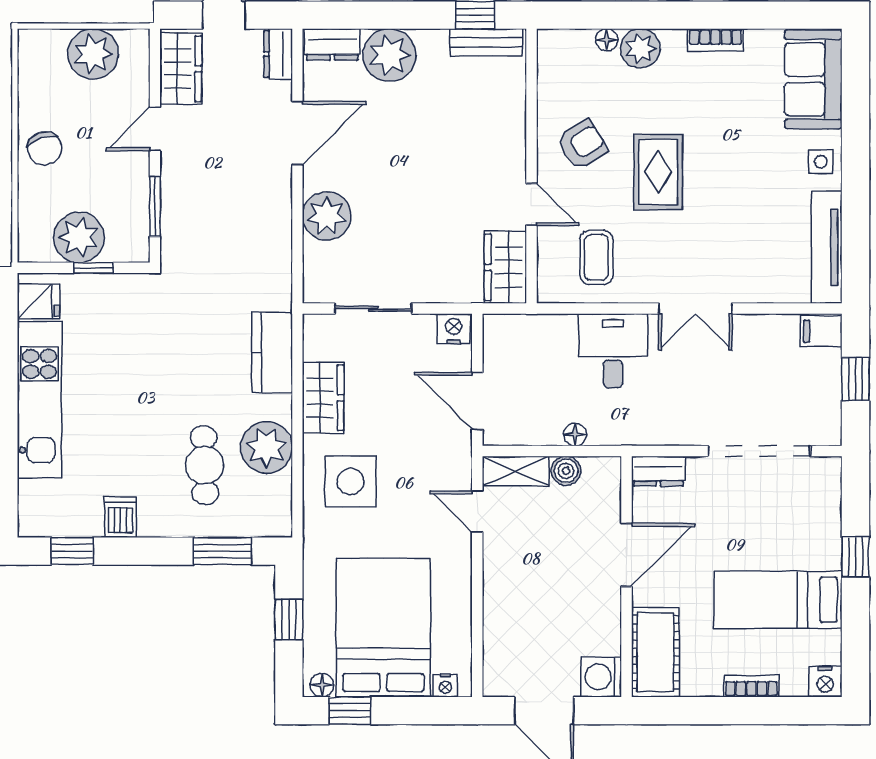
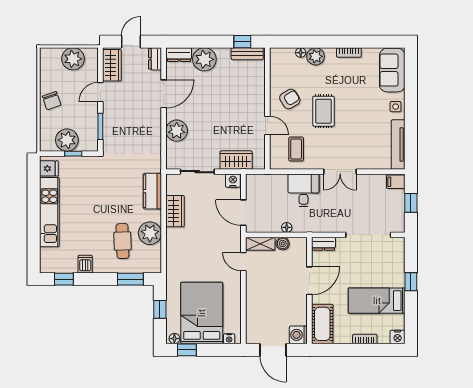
wardrobe: (505, 267) -> (236, 160), moved, turned 90
side table: (351, 482) -> (187, 248), removed

